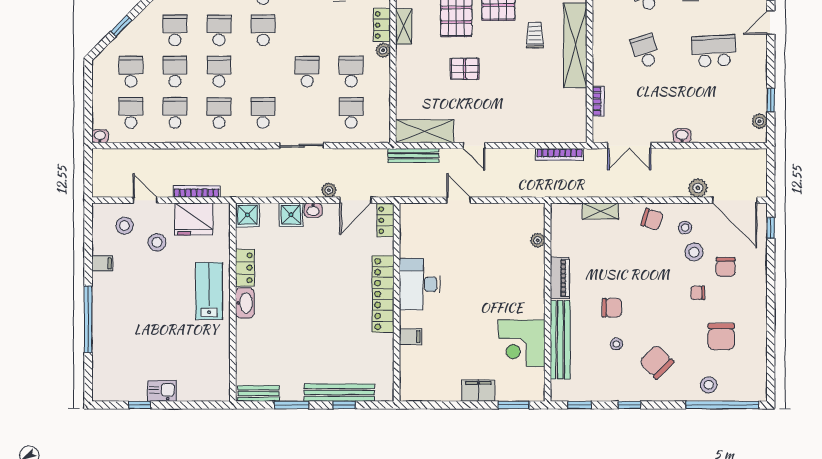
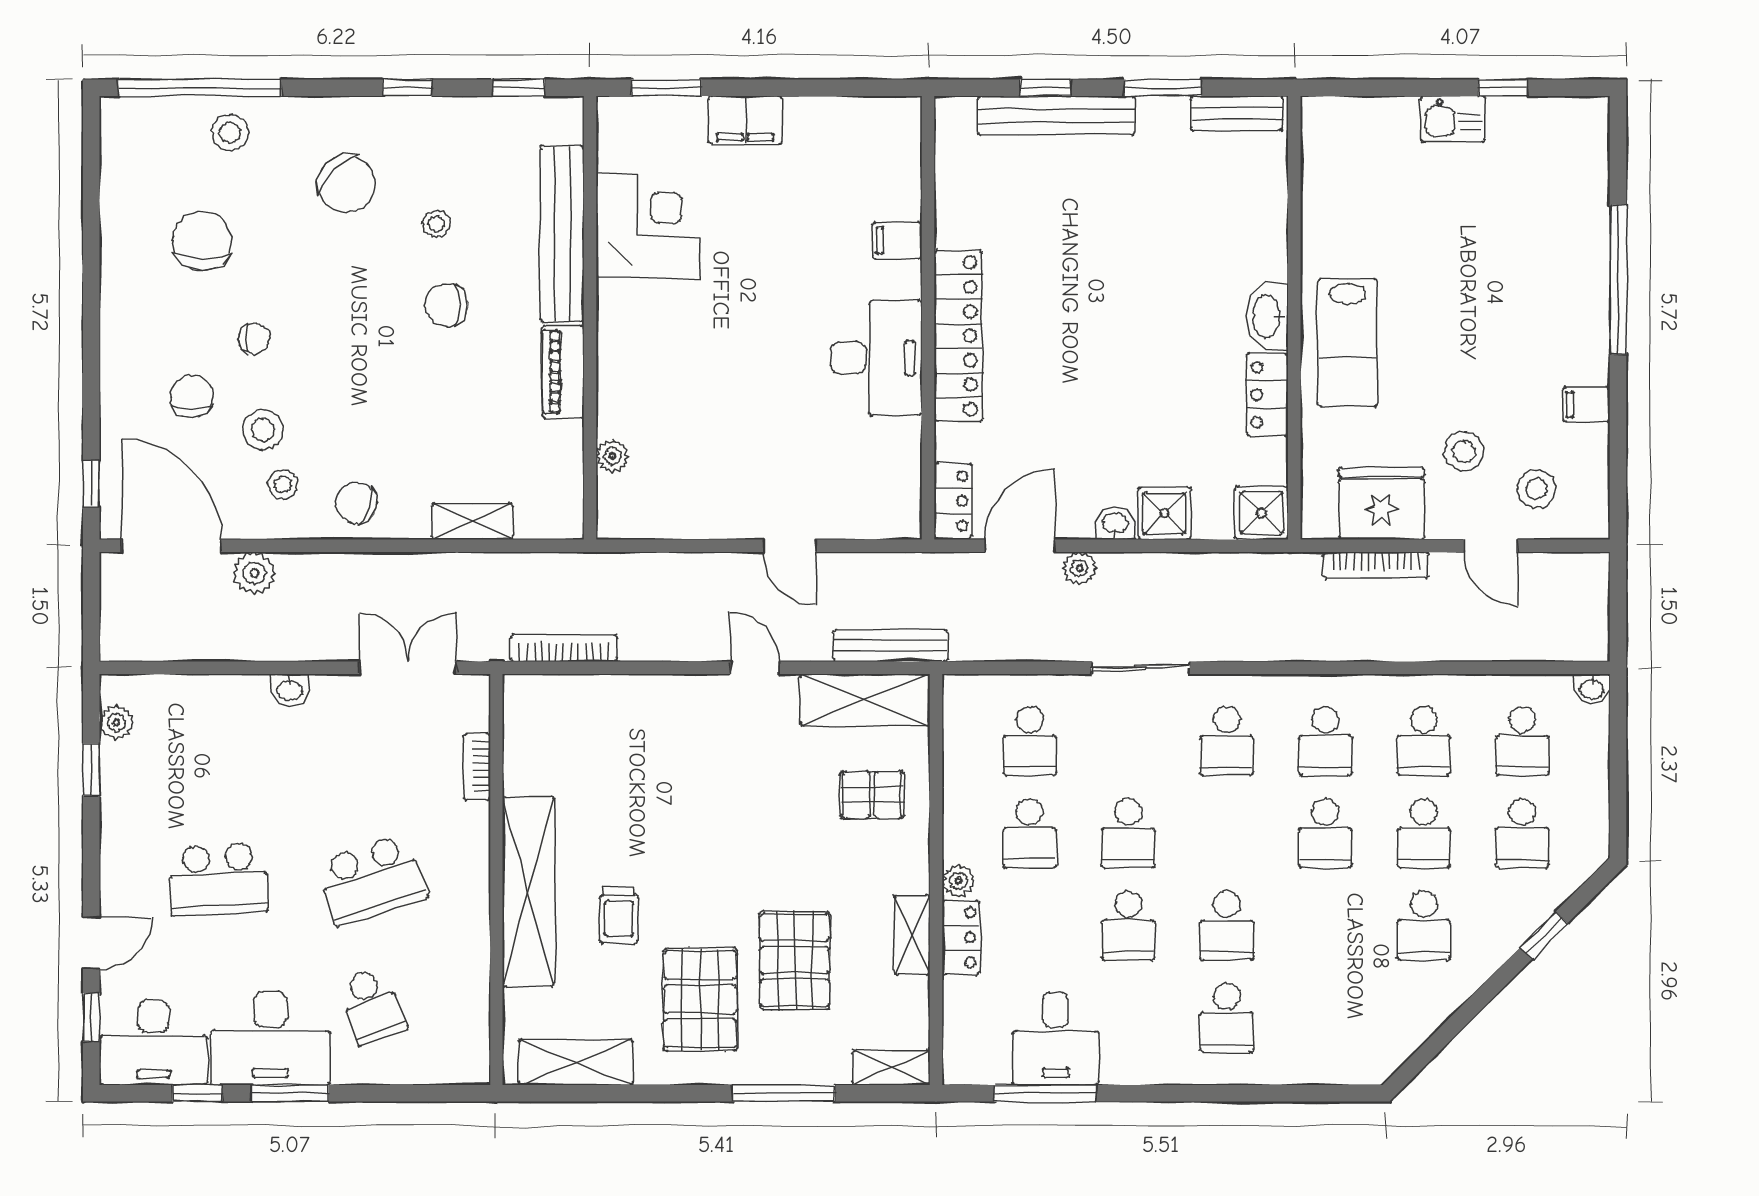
school desk: (219, 30) -> (1128, 926), moved
school desk: (645, 51) -> (371, 879), width x1.85
pallet: (465, 69) -> (872, 795), moved

